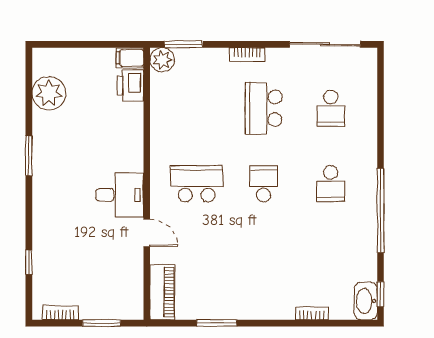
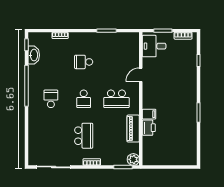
filing cabinet: (130, 58) -> (149, 114), moved
printer: (130, 86) -> (149, 128), moved
plant: (49, 93) -> (189, 143), removed
school desk: (331, 108) -> (84, 62), moved, turned -90
desk: (120, 195) -> (154, 46), moved
door: (147, 233) -> (141, 75), hinge flipped
piano: (162, 292) -> (133, 129), moved
washbasin: (366, 301) -> (34, 55), moved

